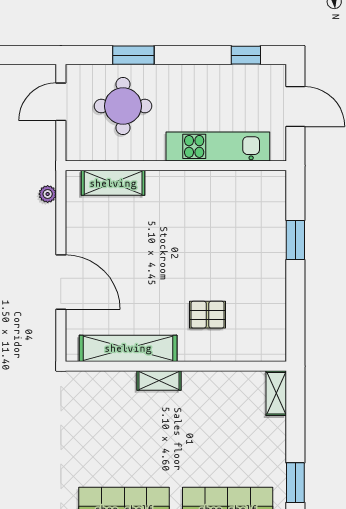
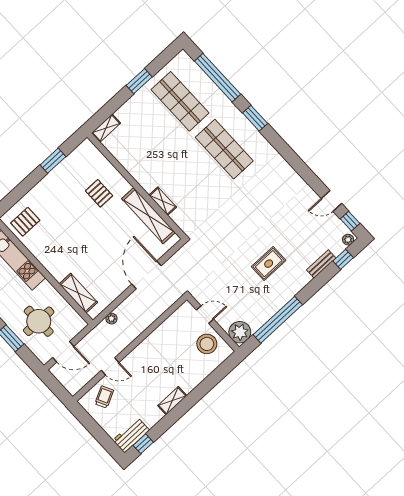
pallet: (254, 198) -> (25, 222), added
window: (295, 240) -> (53, 161), moved
shelving: (159, 381) -> (163, 201), moved

